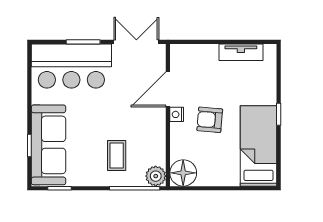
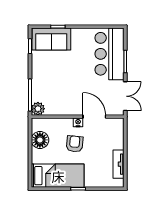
sofa: (48, 145) -> (51, 39), width x0.73
coffee table: (117, 155) -> (51, 83), removed
floor lamp: (183, 173) -> (40, 140), moved

